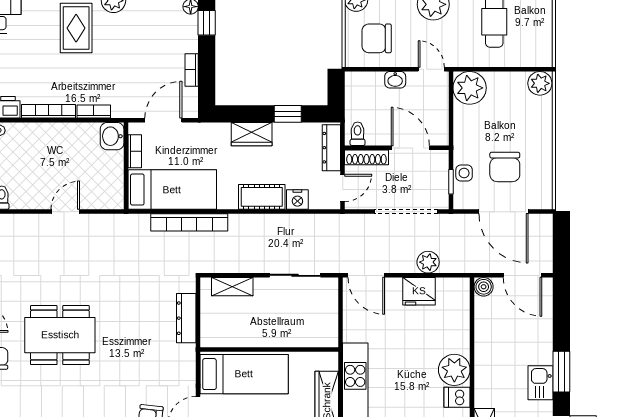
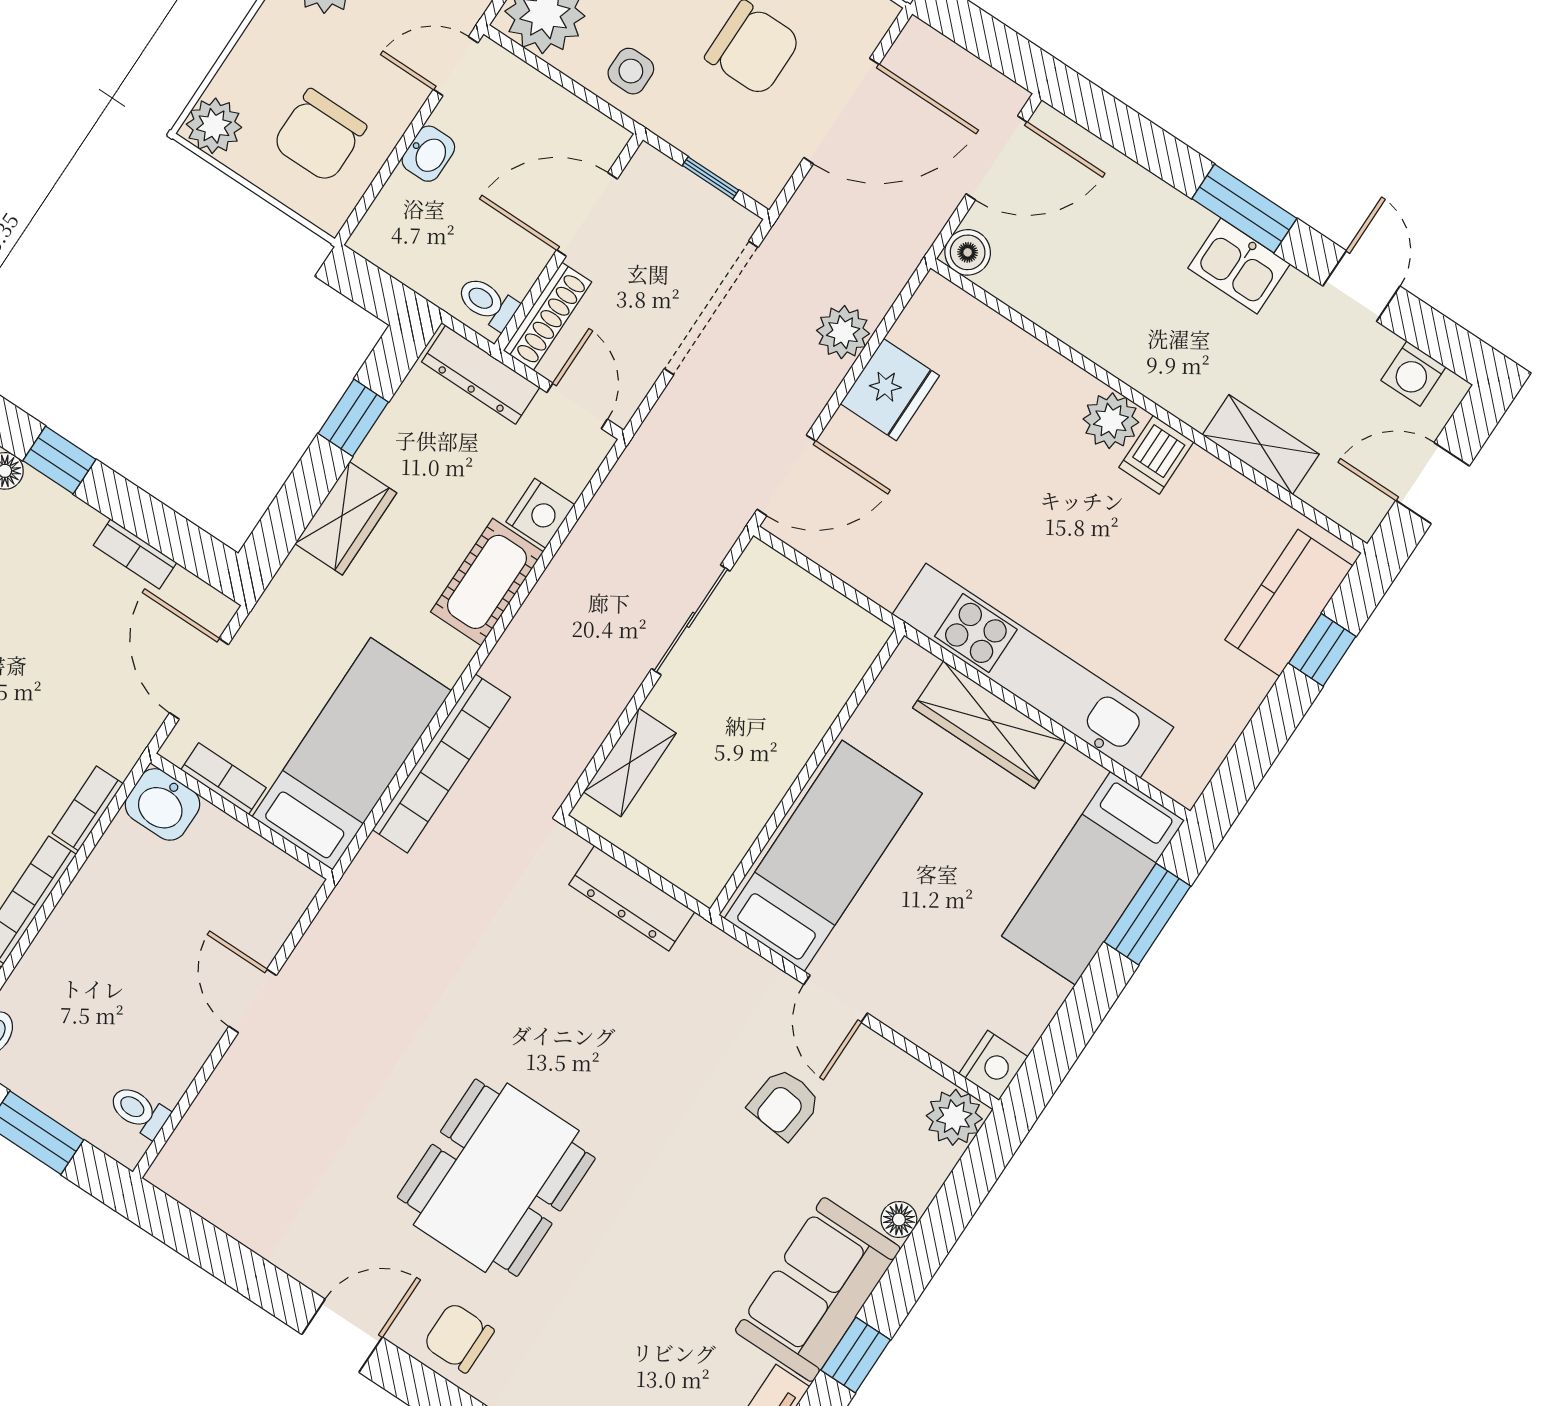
side table: (464, 173) -> (631, 71), moved
plant: (454, 370) -> (1111, 421), width x0.73, depth x0.73

